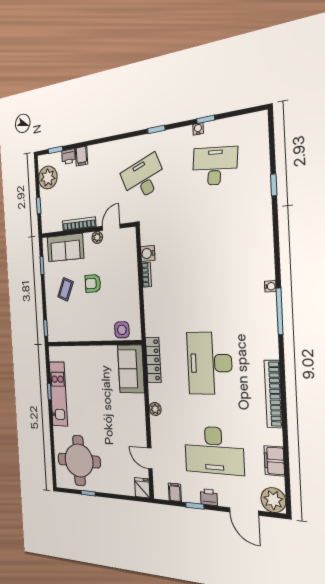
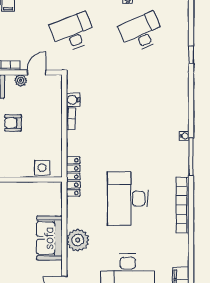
desk: (215, 166) -> (141, 32), turned -30
locker: (153, 360) -> (73, 177), moved
sofa: (131, 369) -> (49, 238), moved
bookcase: (273, 394) -> (183, 205), moved
plant: (155, 409) -> (78, 240), width x1.88, depth x1.88

